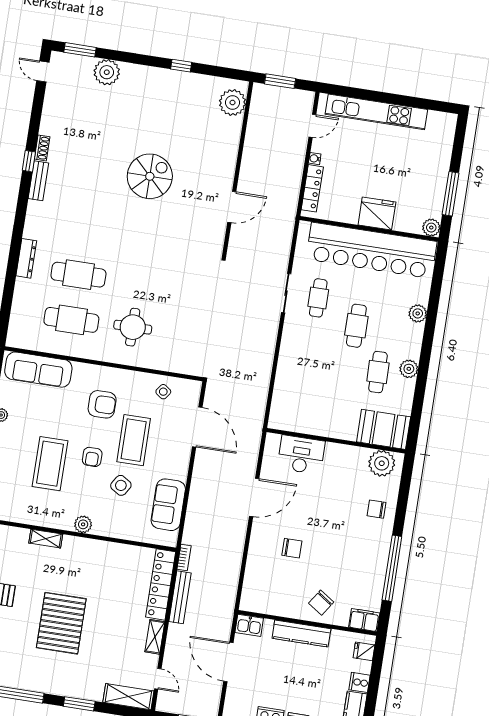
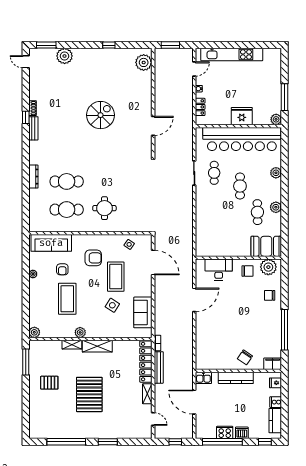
locker: (312, 188) -> (200, 107), width x0.66
armchair: (92, 457) -> (62, 269), moved
plant: (83, 524) -> (80, 332), moved
chair: (292, 548) -> (247, 271), moved
shelving: (128, 697) -> (97, 346), moved

